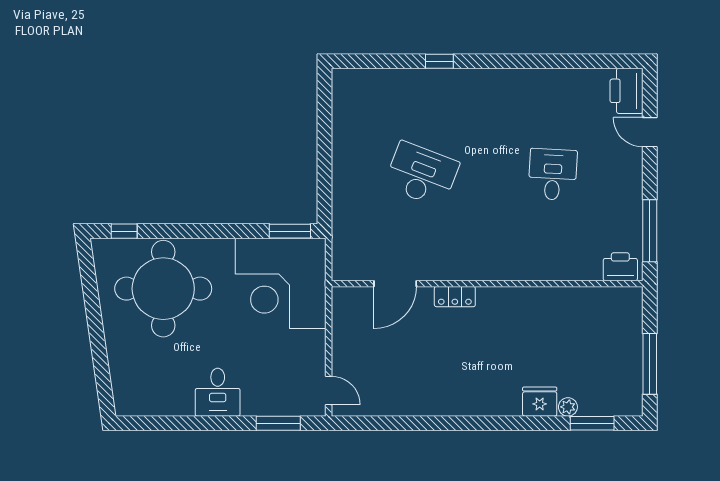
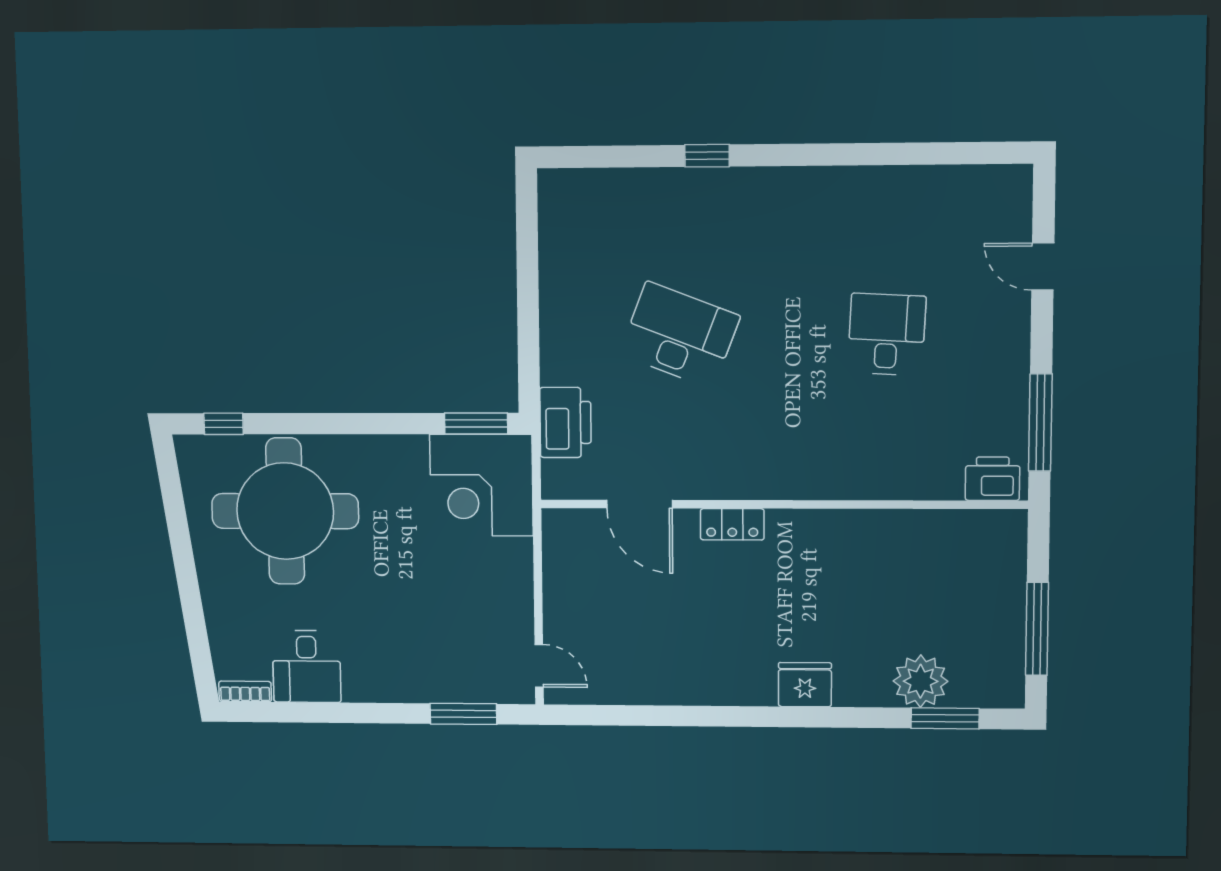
printer: (627, 91) -> (565, 422), moved, turned 180
corner desk: (281, 283) -> (481, 485), width x0.74, depth x0.74
door: (395, 284) -> (640, 504), hinge flipped
desk: (218, 392) -> (307, 667), moved
fridge: (540, 402) -> (805, 685), moved
plant: (568, 407) -> (921, 681), width x1.87, depth x1.87
bookcase: (133, 409) -> (245, 691), added

